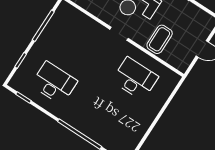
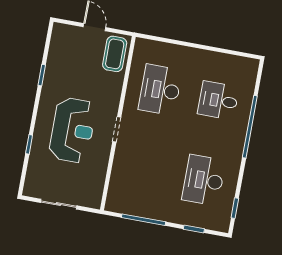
coffee table: (160, 39) -> (115, 54), moved, turned 90
desk: (109, 119) -> (218, 100), added

